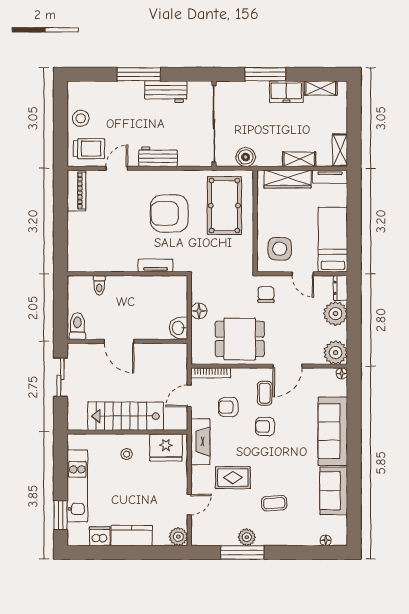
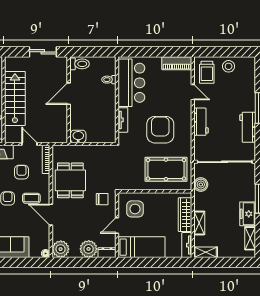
bar counter: (104, 254) -> (131, 83), added
floor lamp: (199, 311) -> (90, 151), removed

